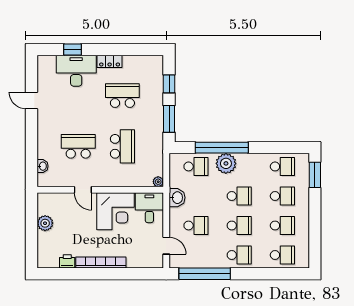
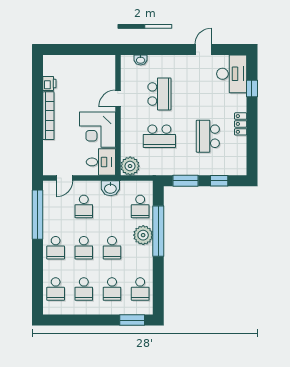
desk: (76, 71) -> (232, 74), moved
school desk: (122, 96) -> (208, 136), turned 180
plant: (158, 182) -> (130, 166), width x1.88, depth x1.88
plant: (45, 223) -> (86, 62), removed

